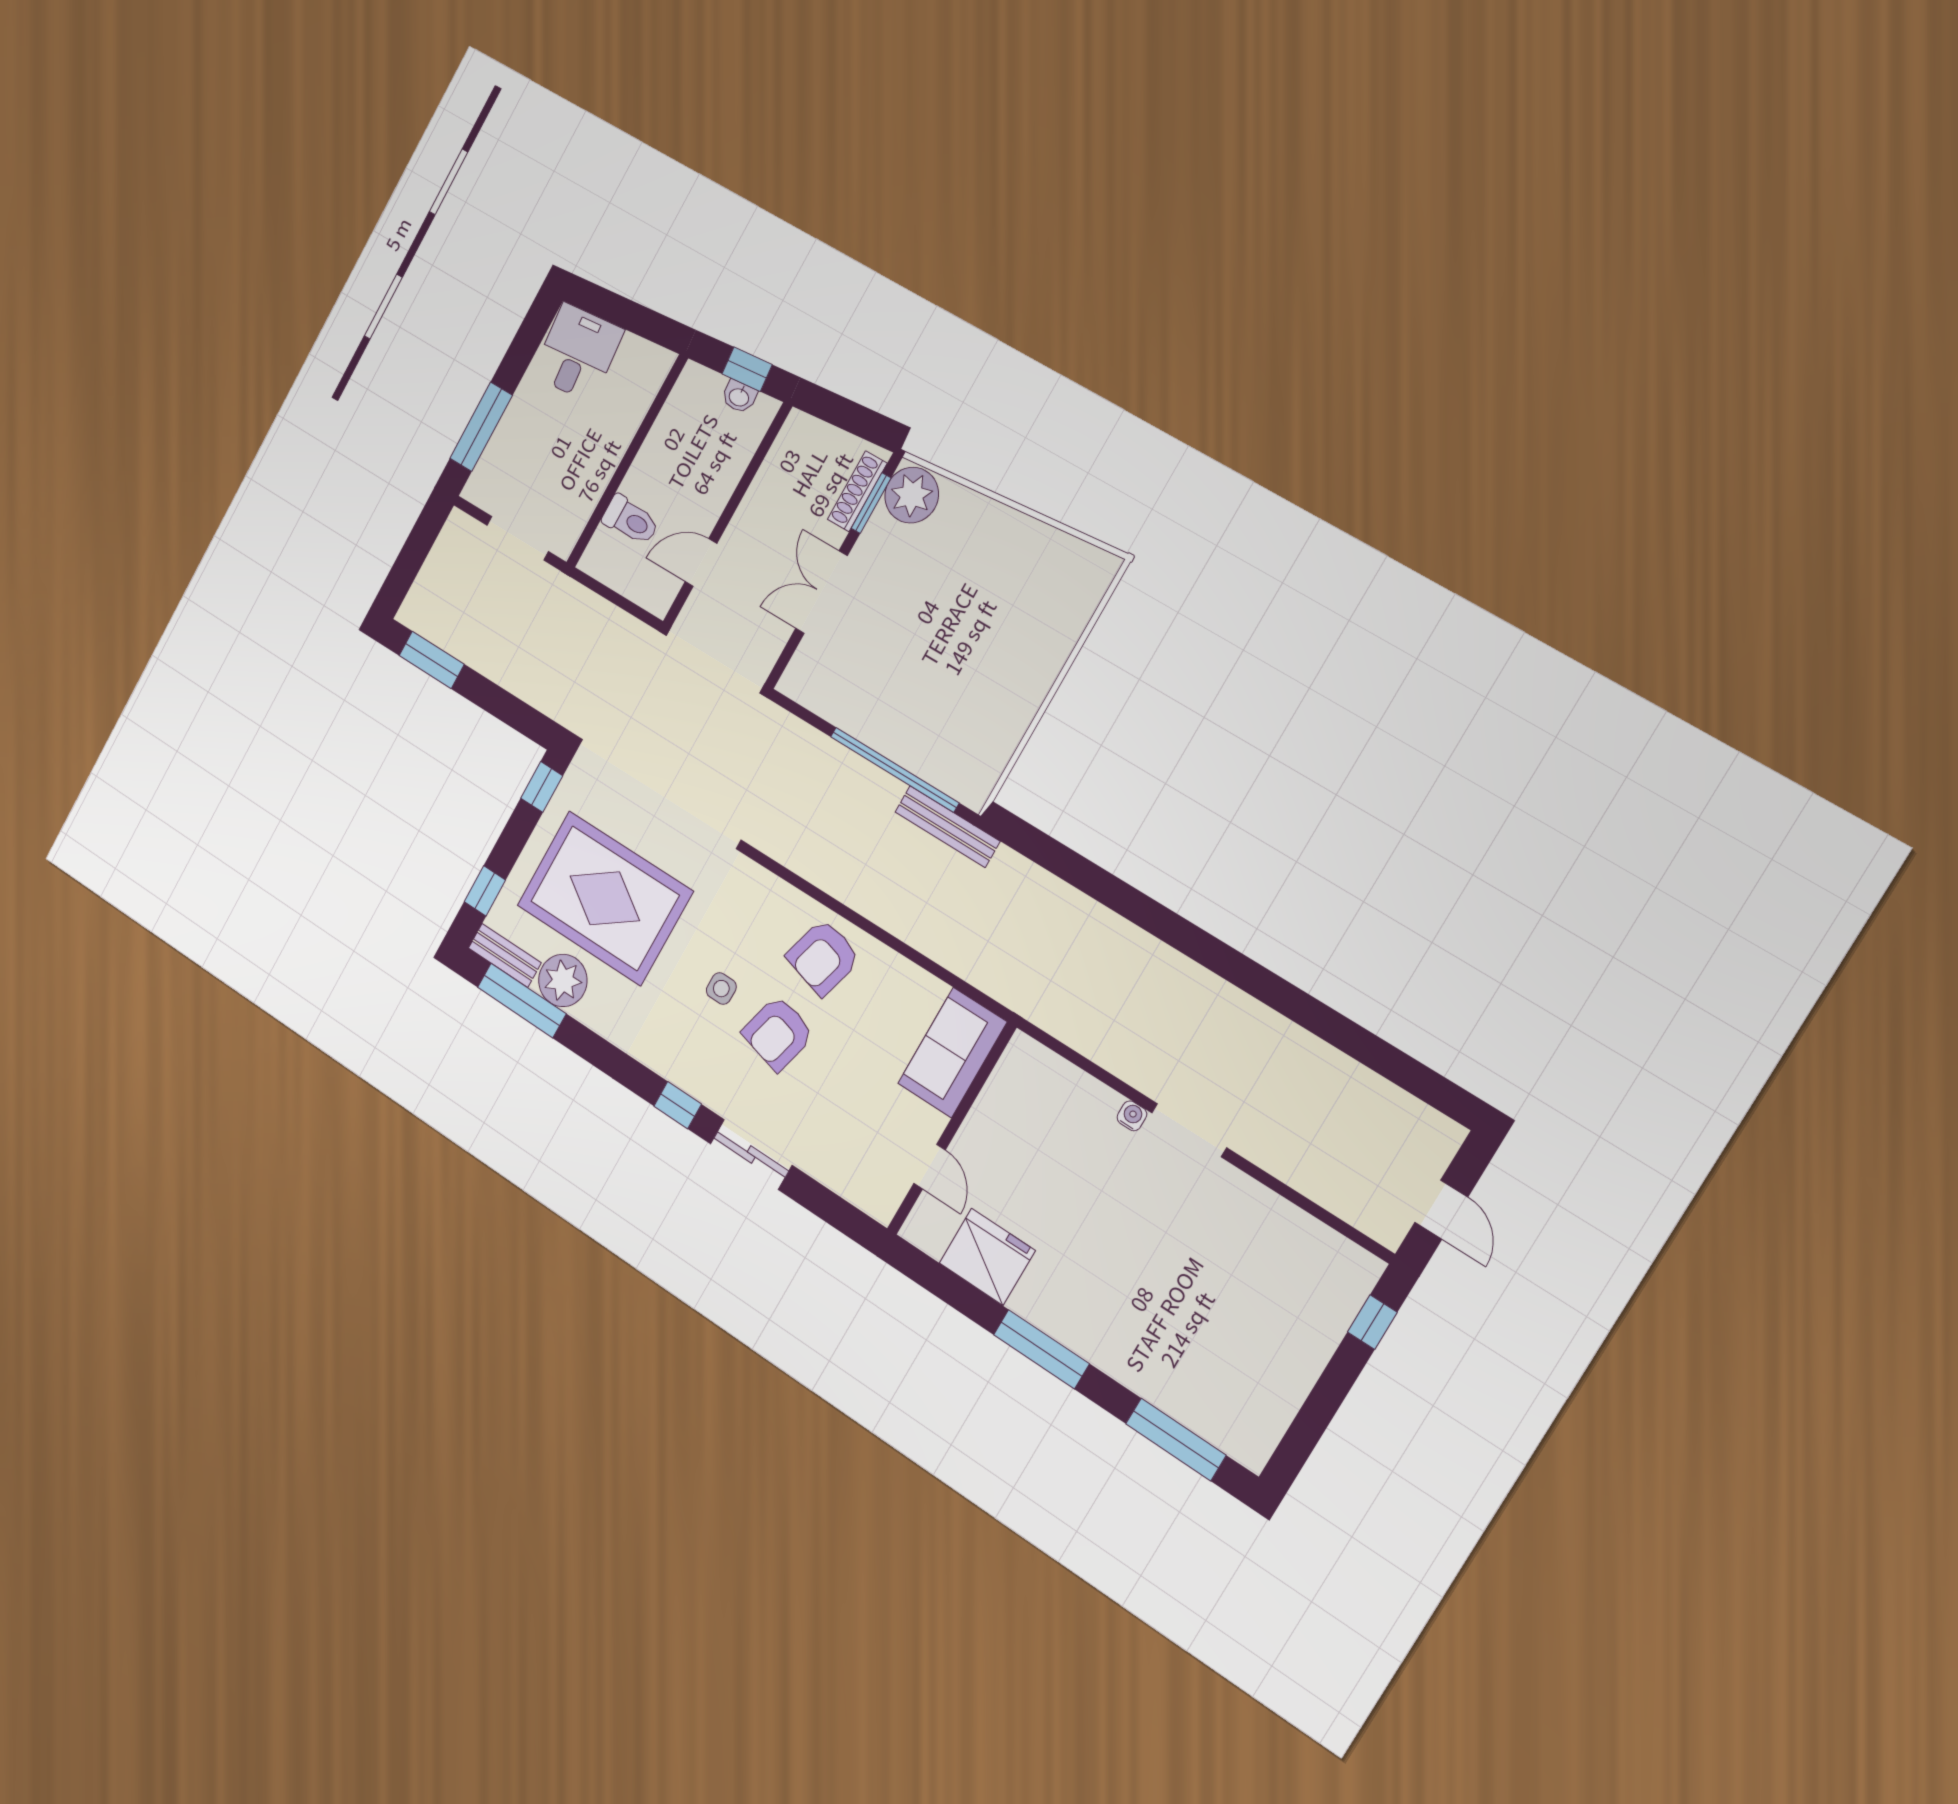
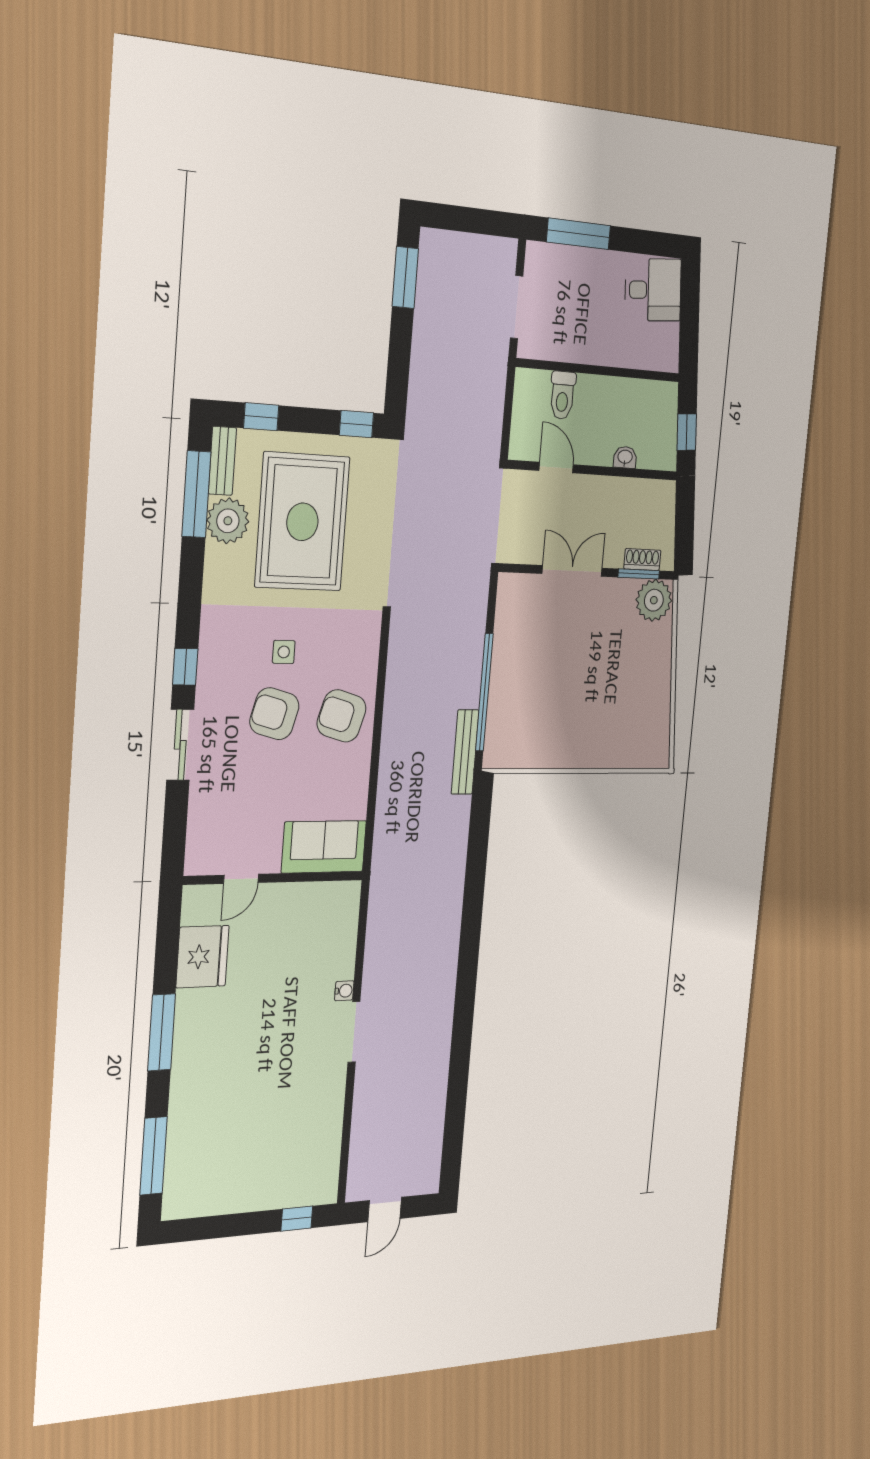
washbasin: (739, 397) -> (625, 457), moved, turned 95
shoe rack: (857, 491) -> (642, 560), width x0.70

